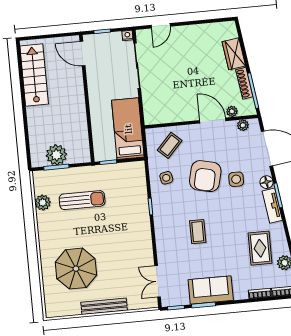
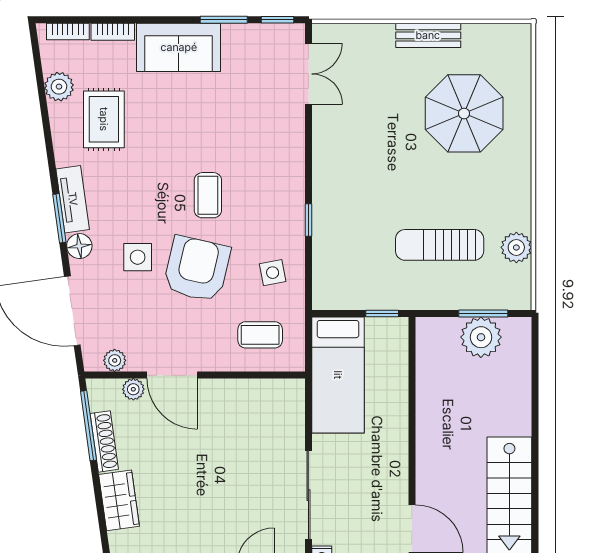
coffee table: (170, 145) -> (260, 335), turned 47
coffee table: (198, 232) -> (208, 195), moved
sofa: (211, 290) -> (179, 47), moved
bench: (104, 306) -> (428, 35), width x0.73

